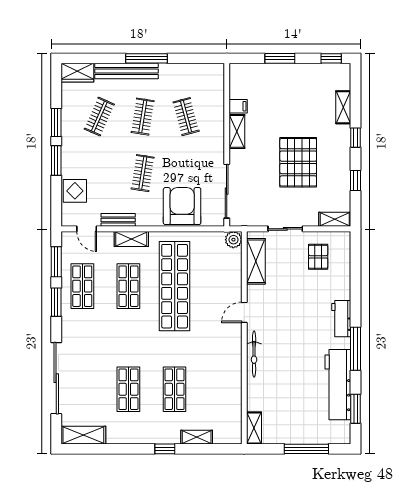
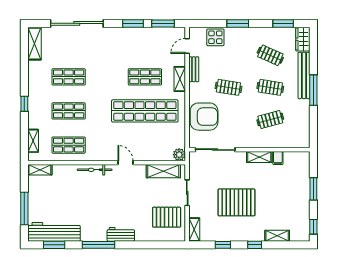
window: (56, 122) -> (283, 23), moved
pallet: (318, 257) -> (167, 217), width x1.50, depth x1.42
shop shelf: (82, 286) -> (69, 145), moved
workbench: (338, 385) -> (54, 232), moved
shelving: (197, 437) -> (33, 141), moved

